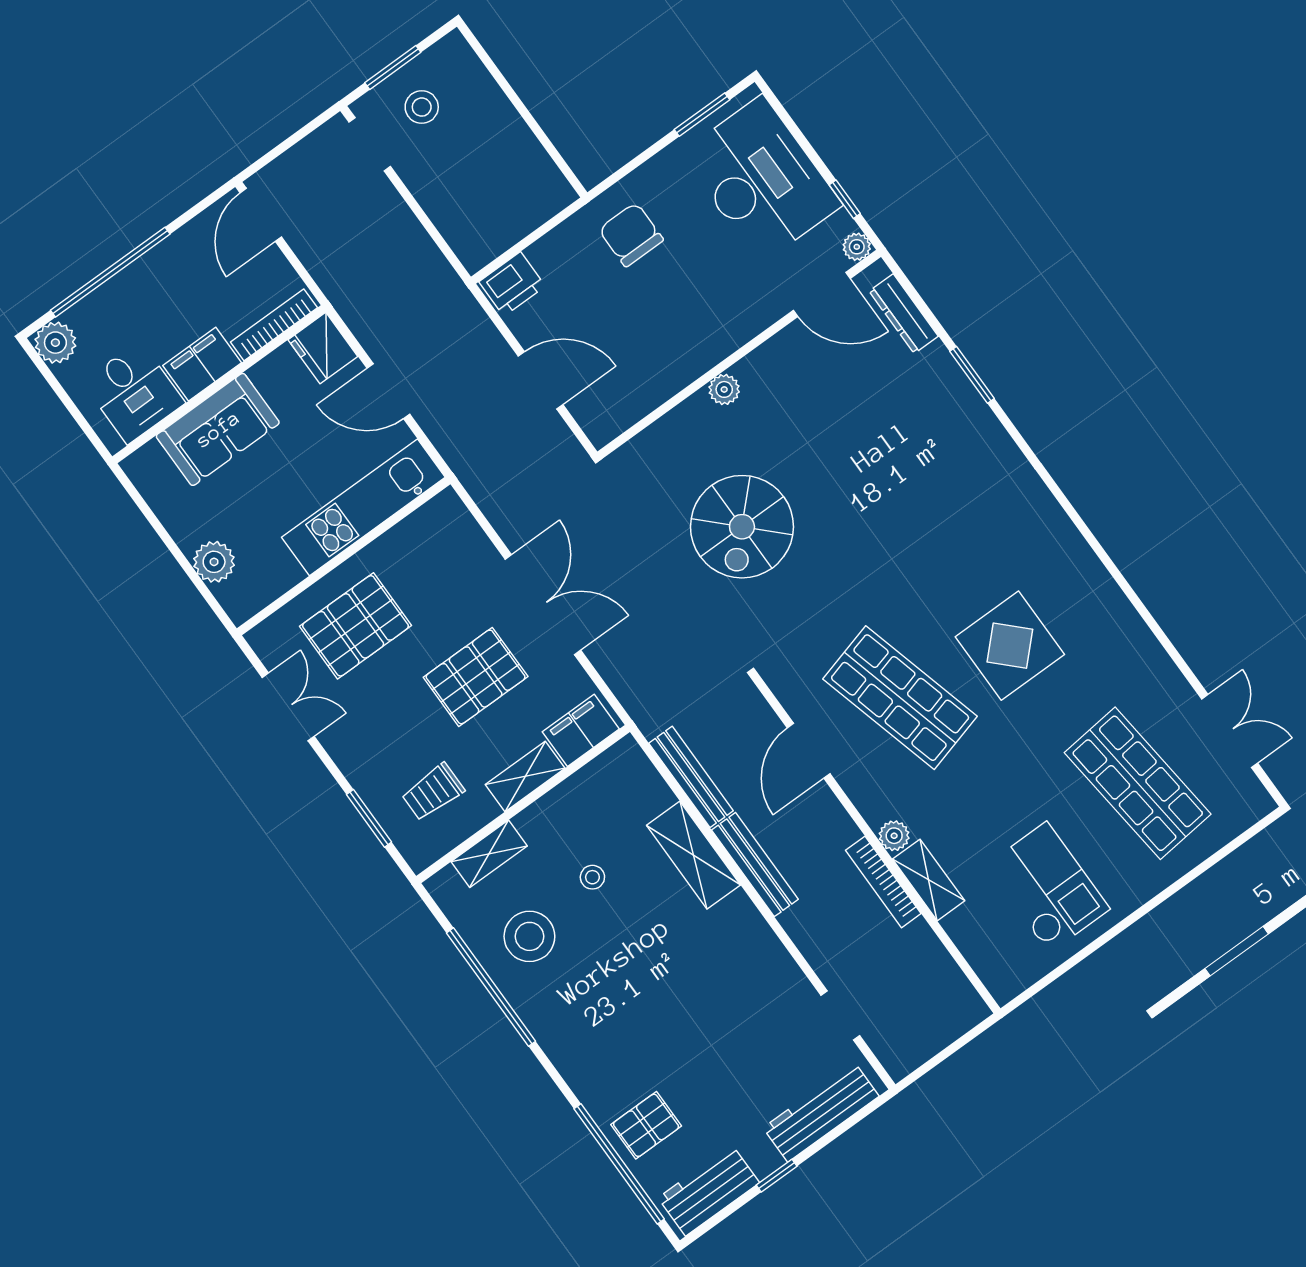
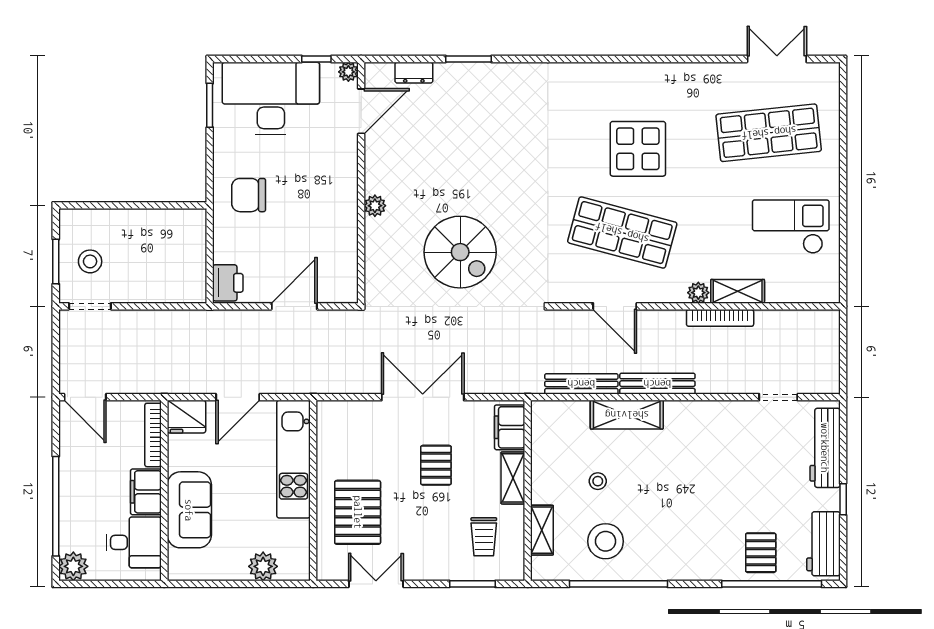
dresser: (904, 314) -> (414, 73), width x0.70
pallet: (476, 677) -> (436, 465), width x0.67, depth x0.71
shop shelf: (900, 698) -> (622, 233), turned 30

